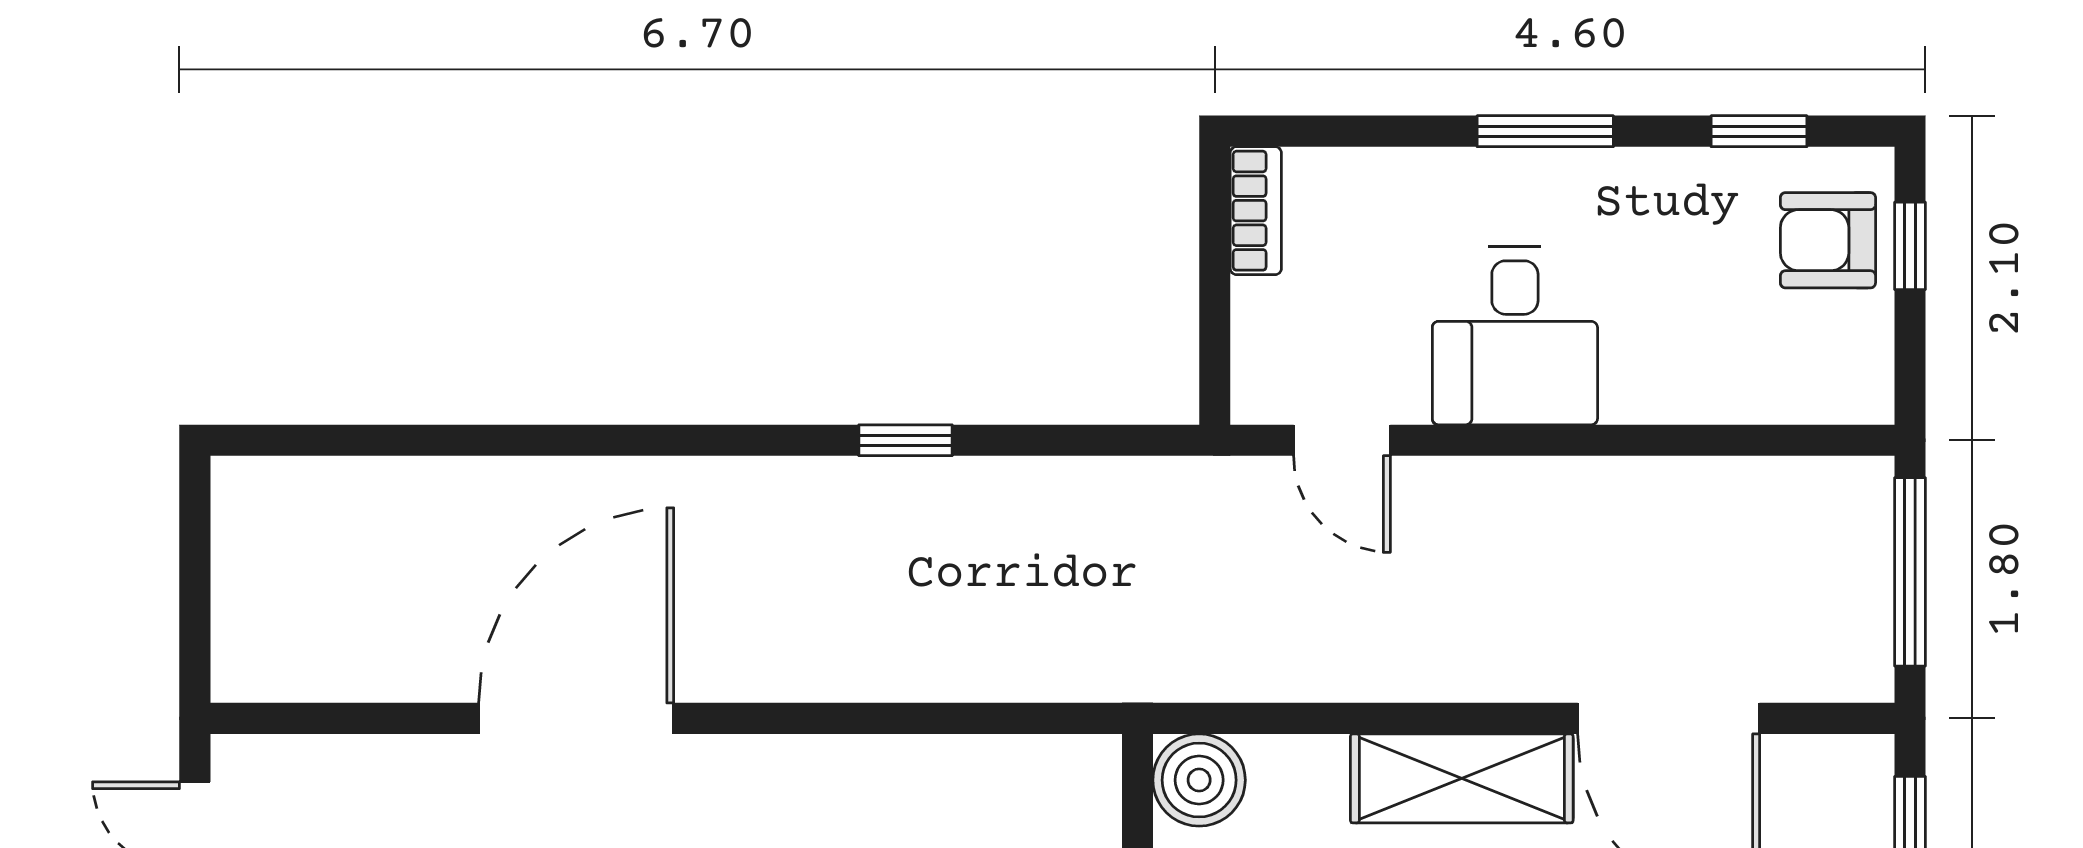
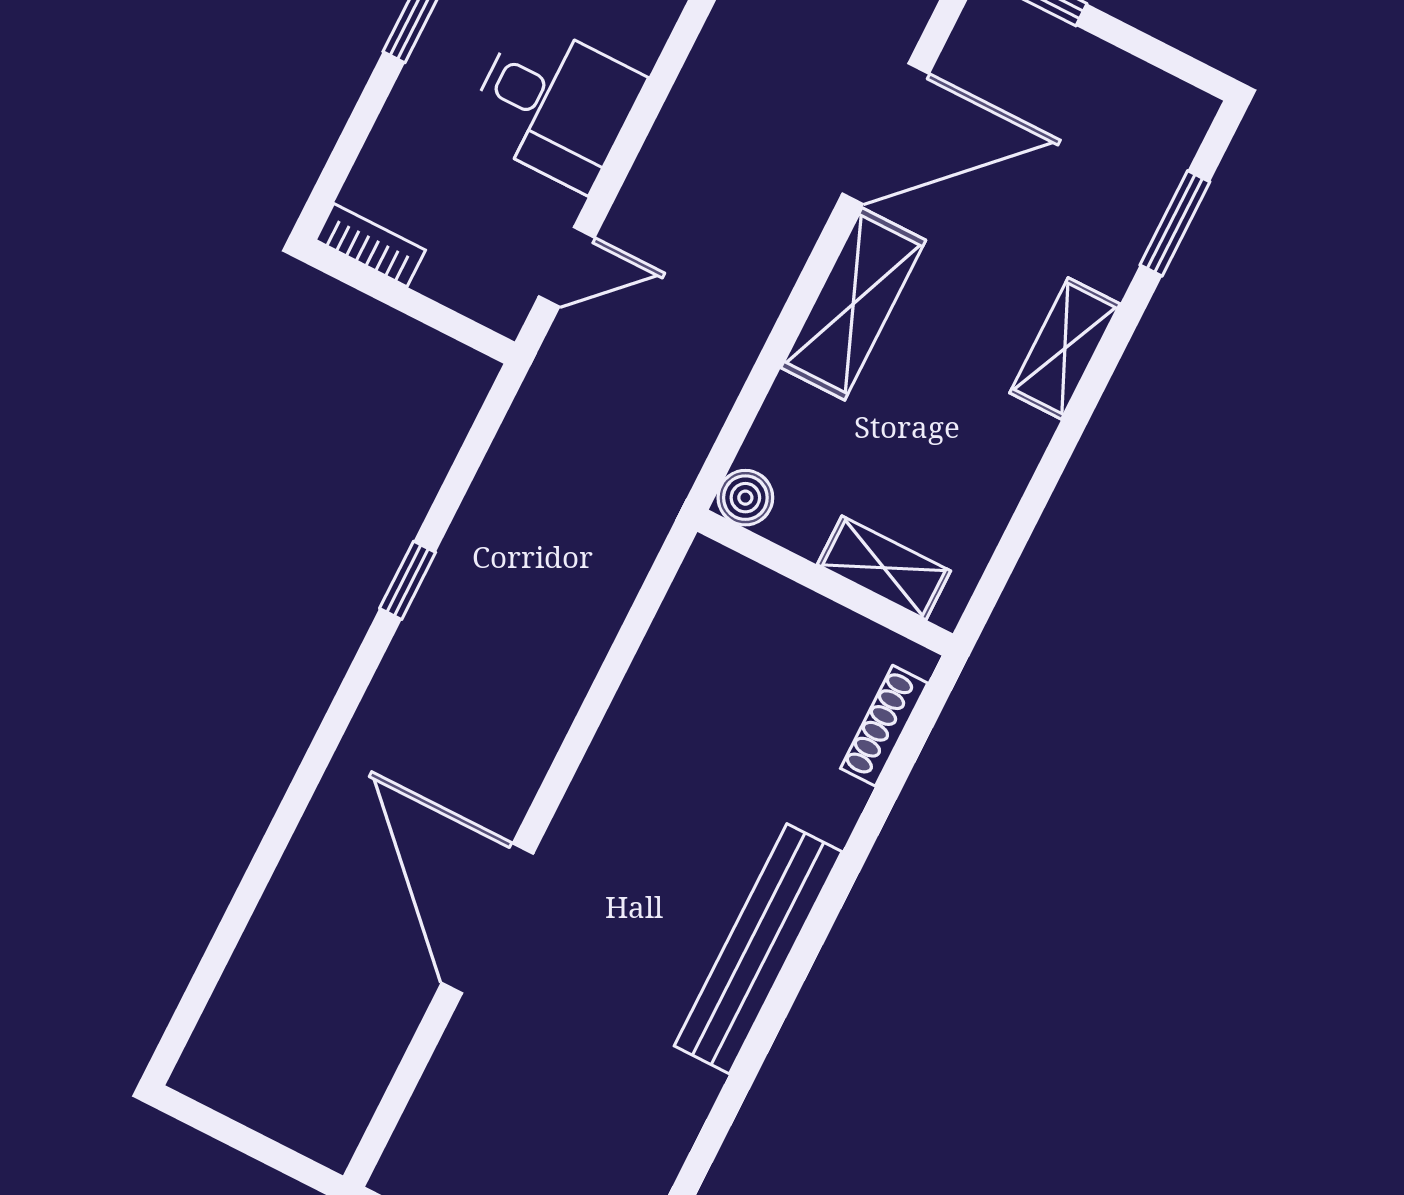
boiler: (1199, 780) -> (745, 498), width x0.73, depth x0.73

